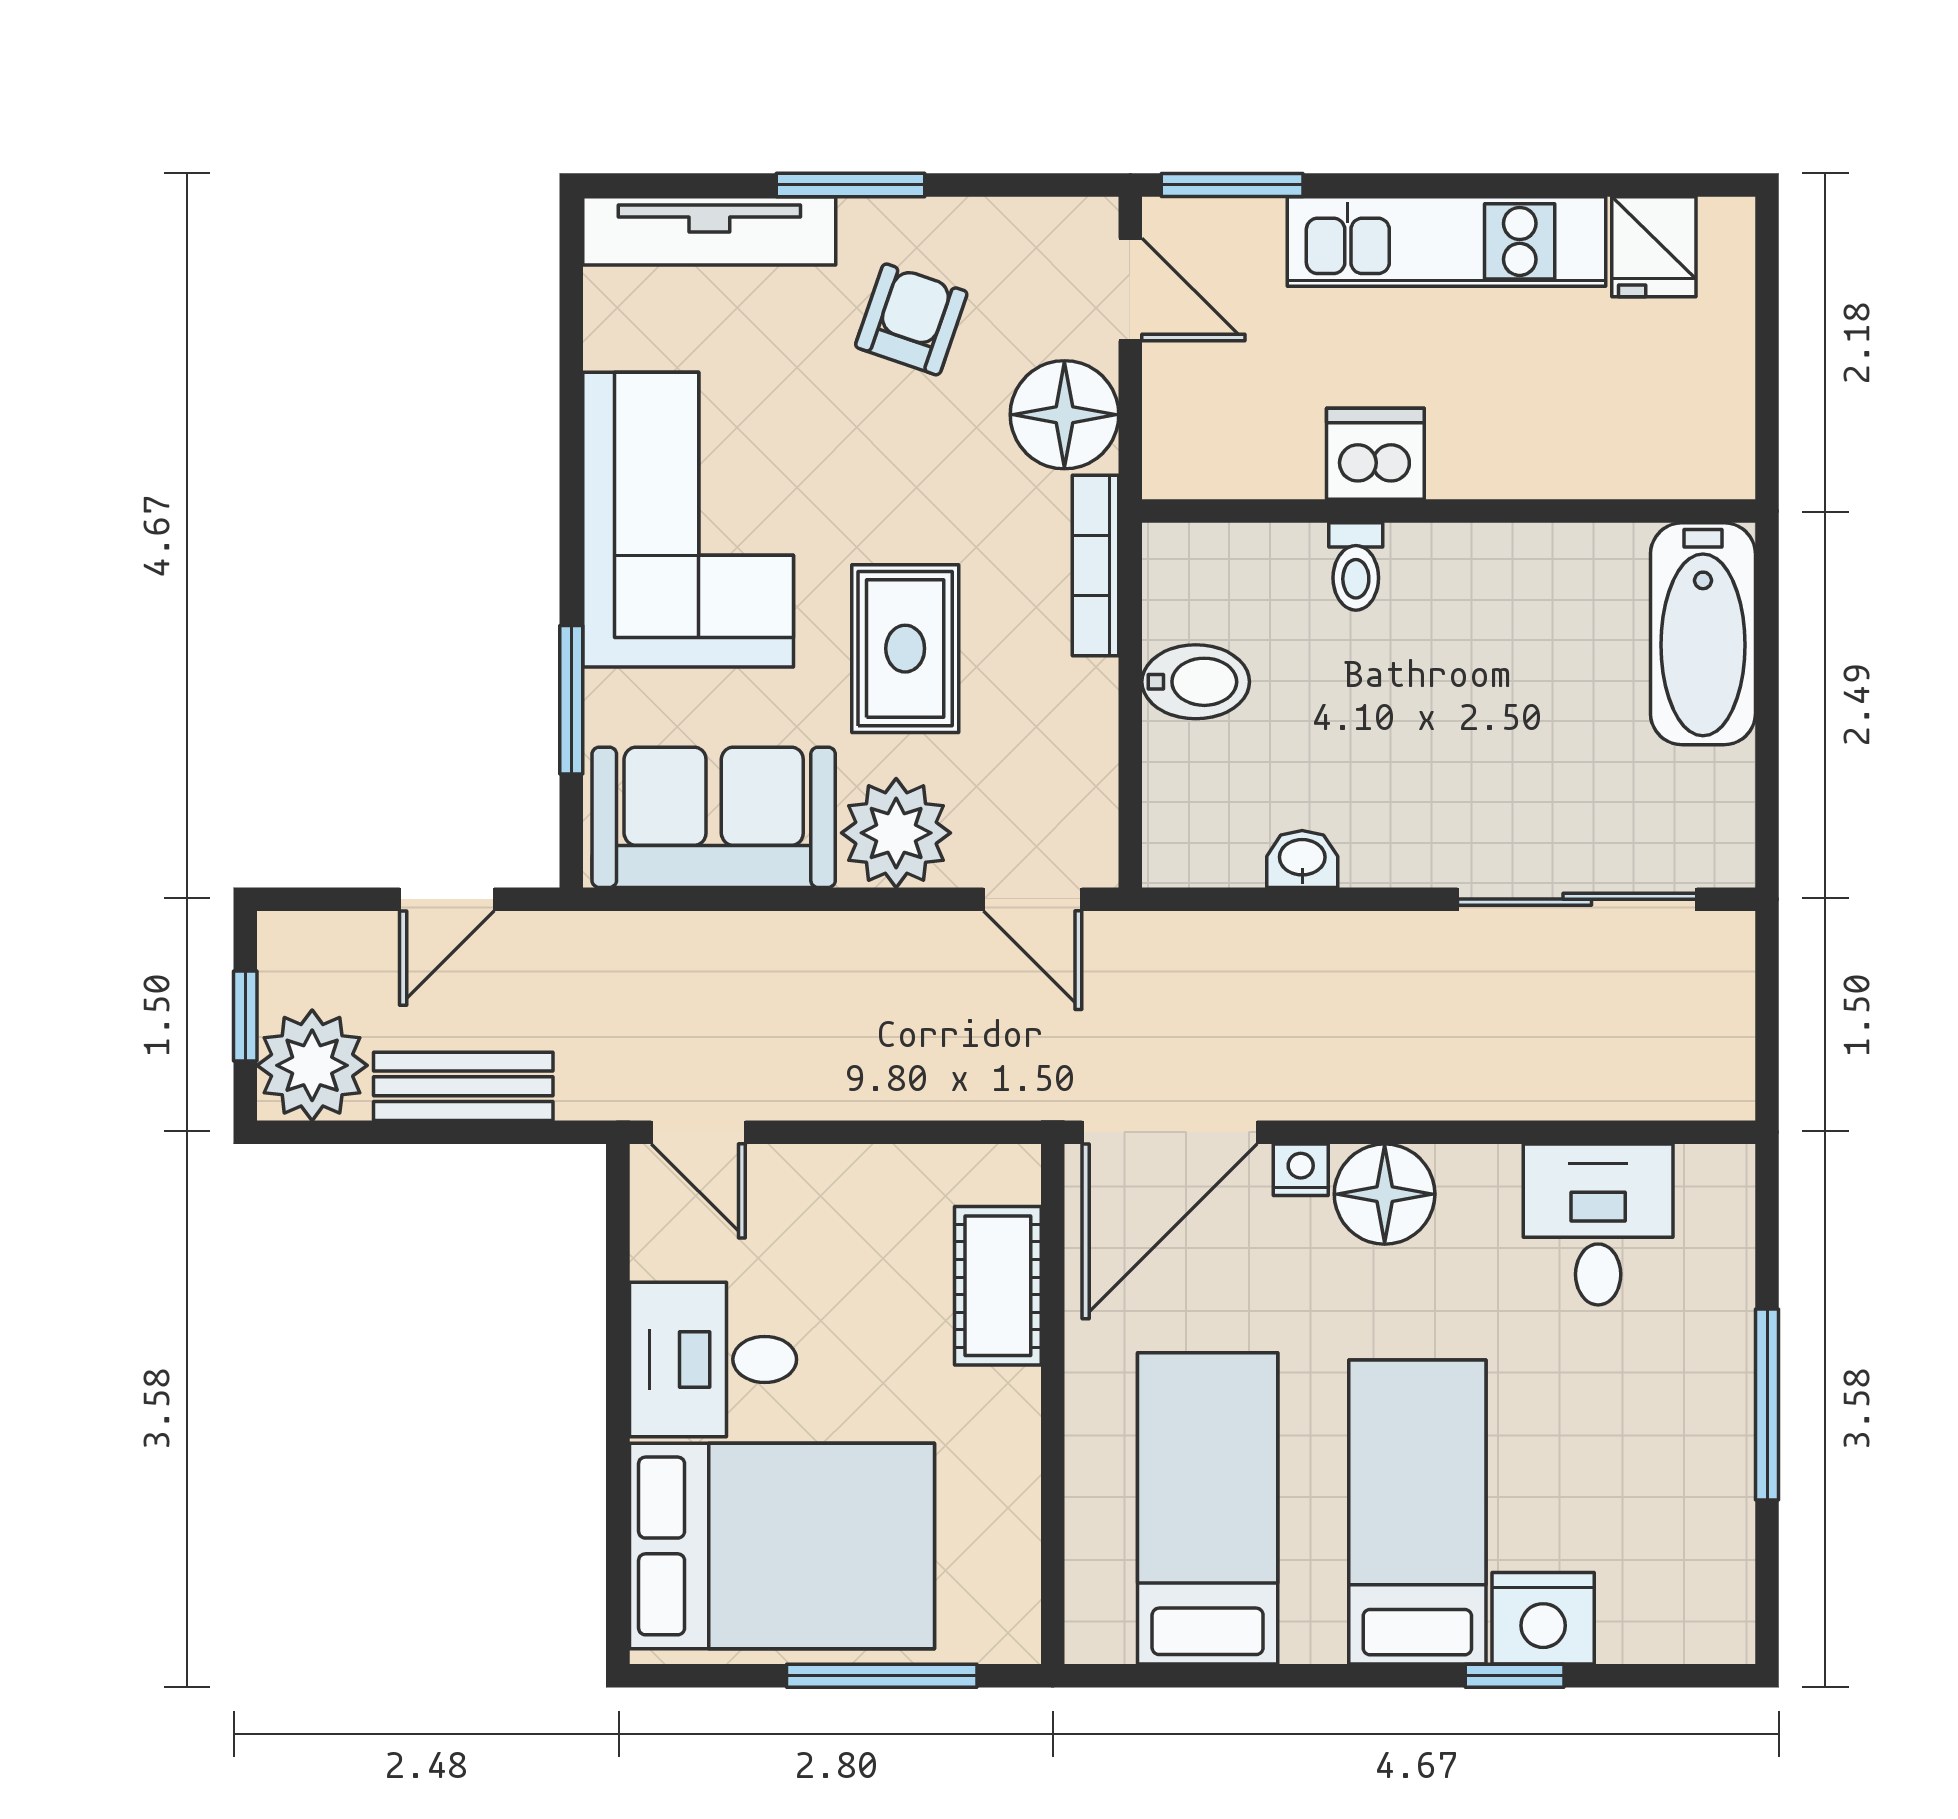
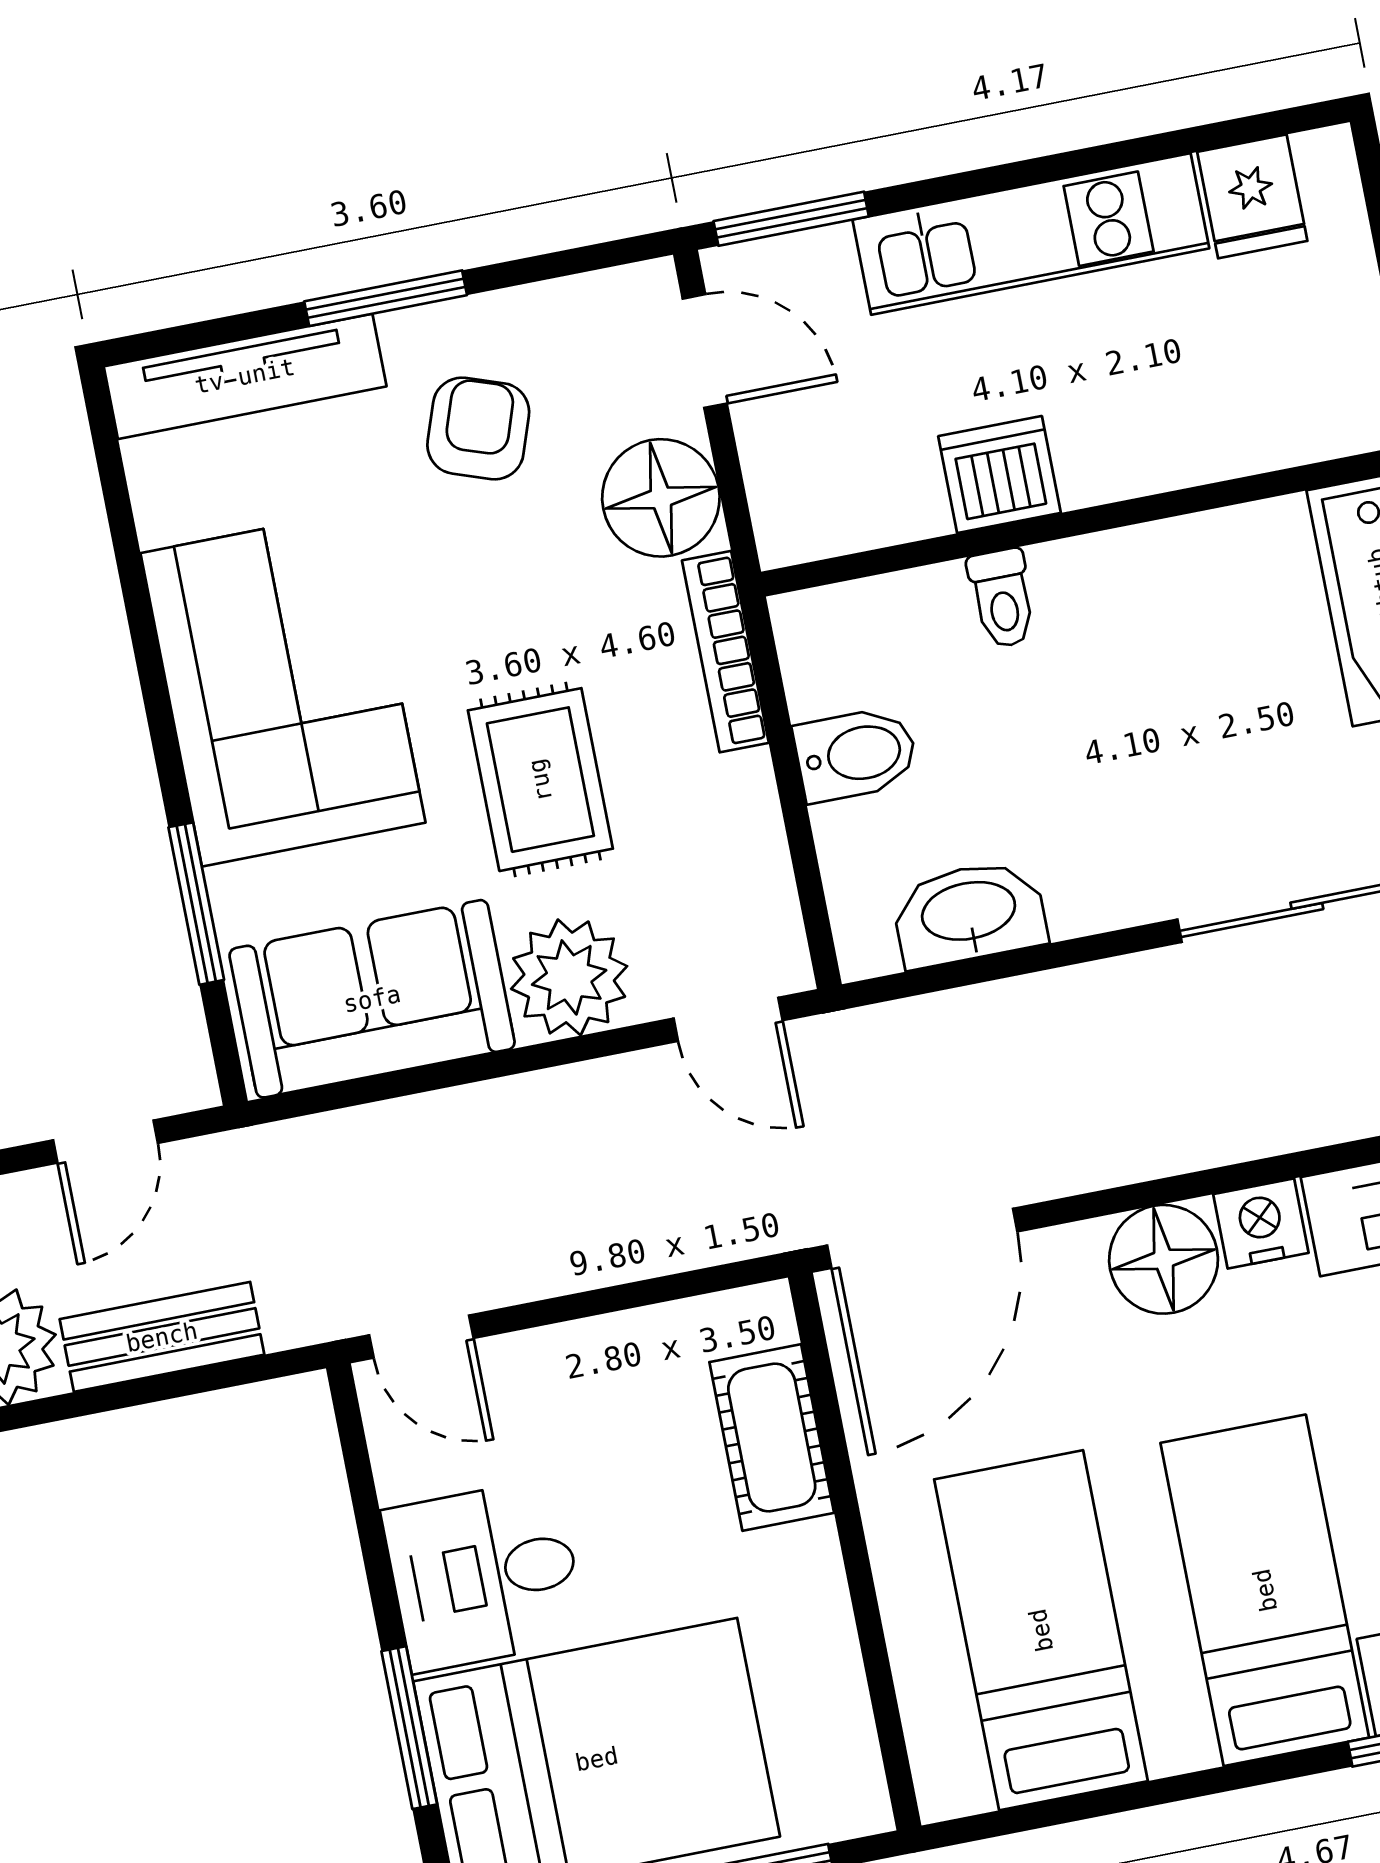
washbasin: (1302, 859) -> (969, 914), width x1.91, depth x1.45
nightstand: (1301, 1170) -> (1261, 1223), moved, width x1.39, depth x1.35
window: (618, 1484) -> (409, 1728), added

